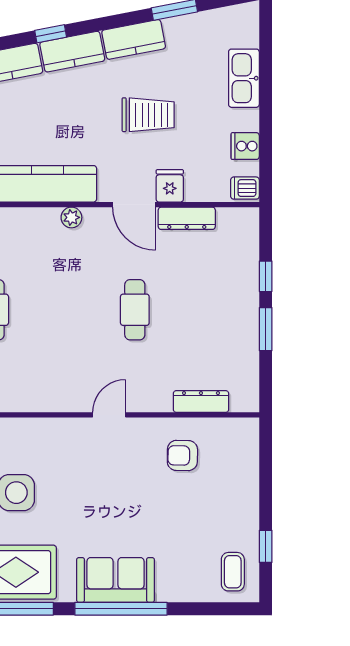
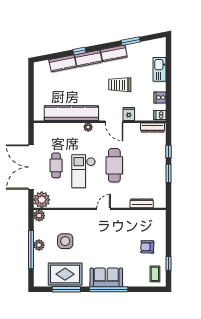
trolley: (148, 115) -> (120, 85), turned 180
dresser: (187, 218) -> (153, 127), moved
cafe table: (135, 310) -> (114, 165), width x1.37, depth x1.35
checkout: (60, 324) -> (83, 171), added
armchair: (182, 455) -> (147, 247), moved

